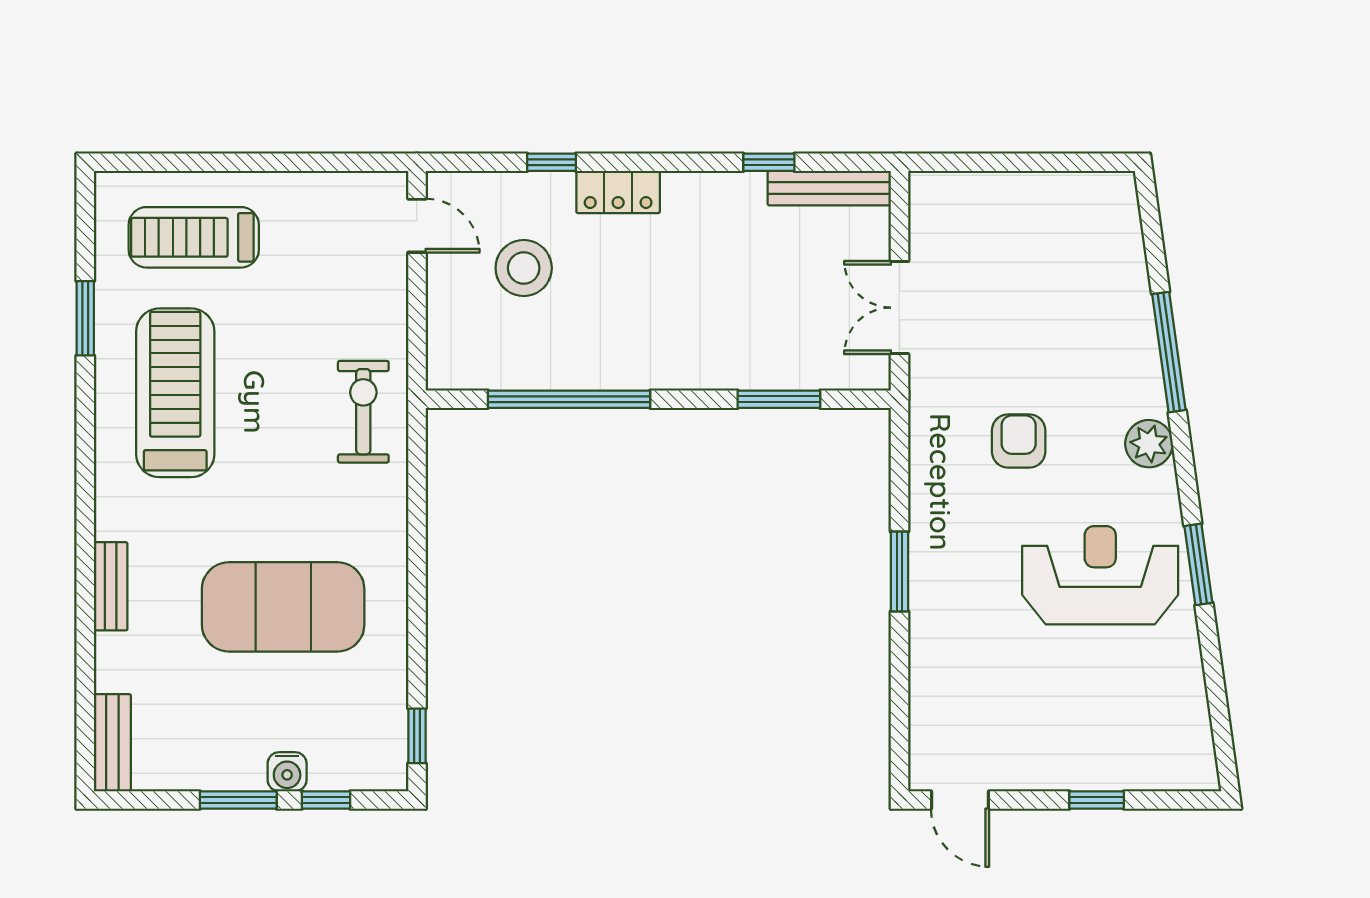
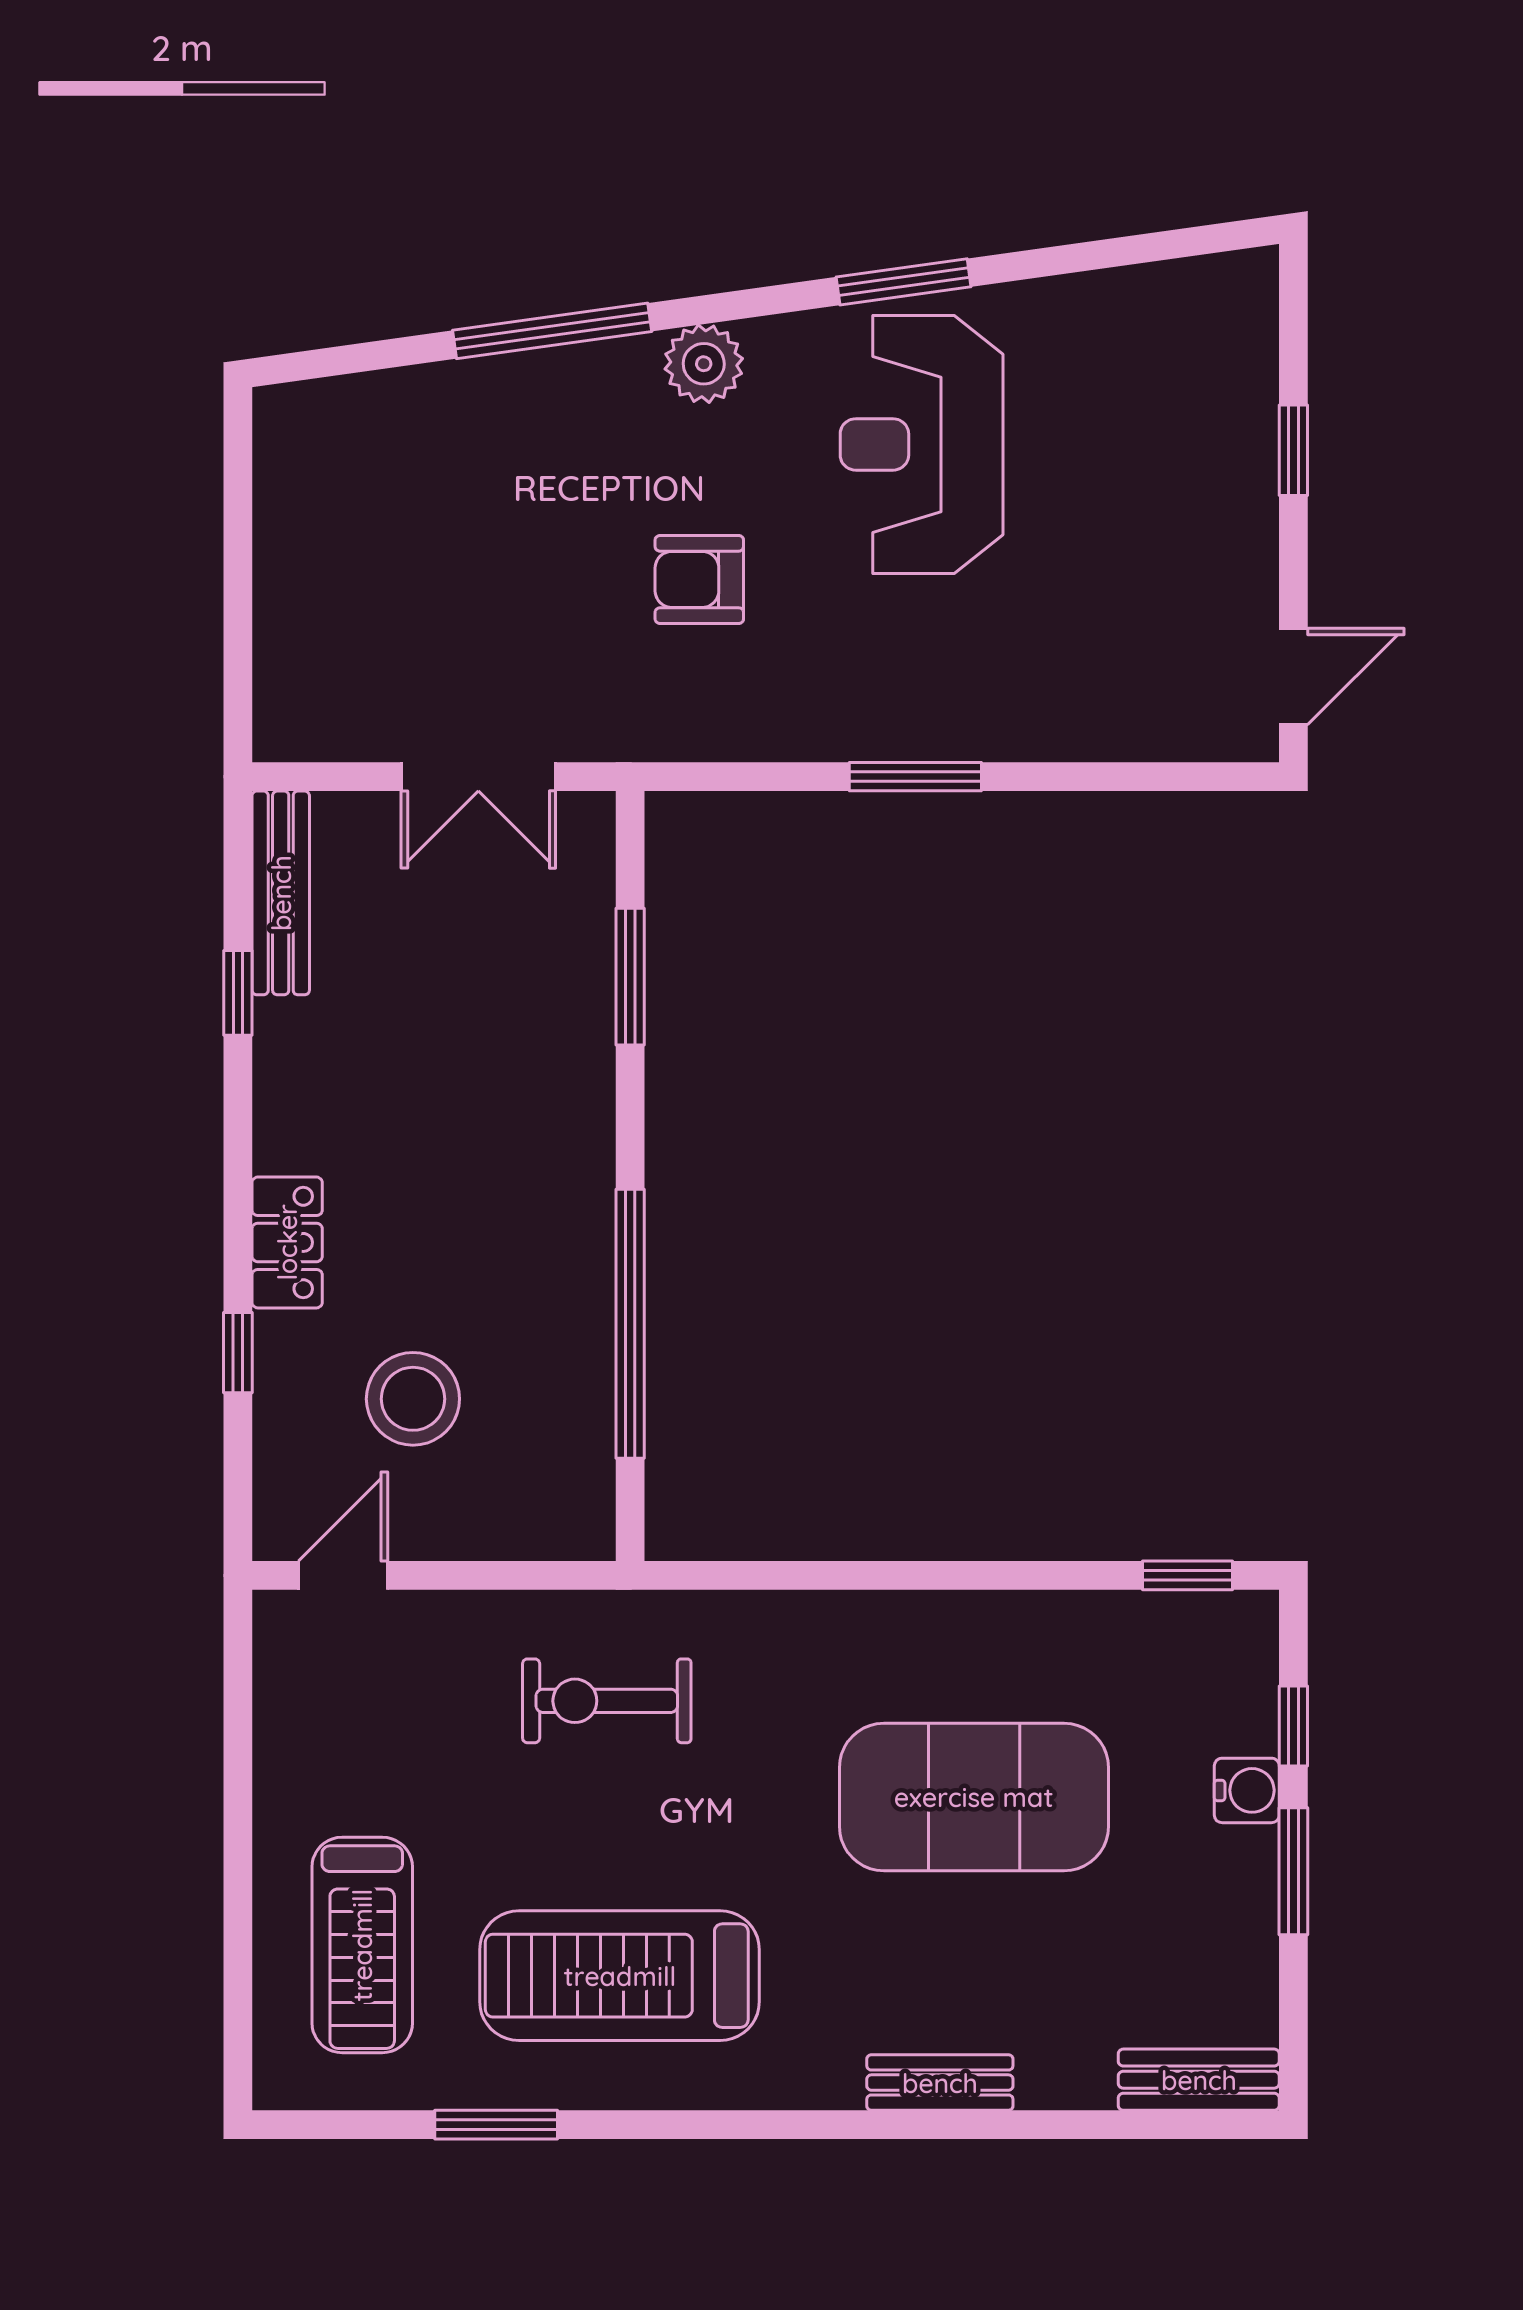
exercise bike: (363, 412) -> (607, 1701), moved
exercise mat: (283, 607) -> (974, 1797), turned 90

